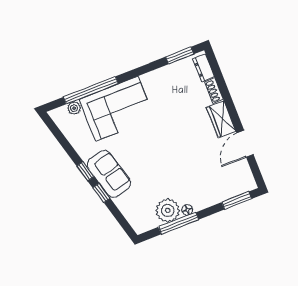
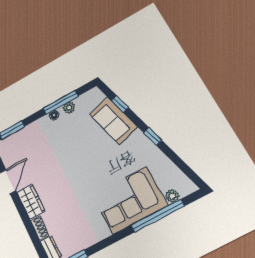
sofa: (109, 174) -> (113, 121), moved
window: (101, 193) -> (120, 104), moved
plant: (168, 210) -> (69, 108), width x0.53, depth x0.53

